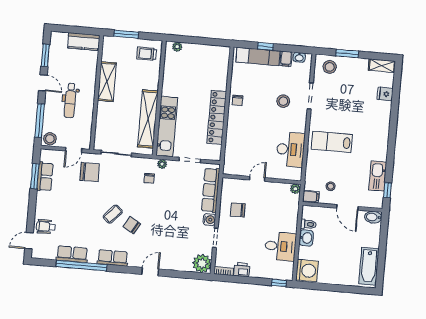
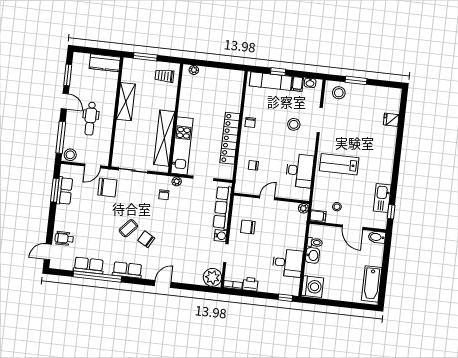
shelving: (382, 66) -> (389, 93), removed
chair: (242, 145) -> (253, 165), added

